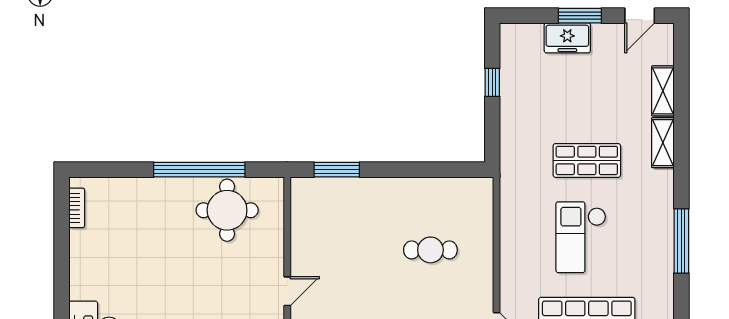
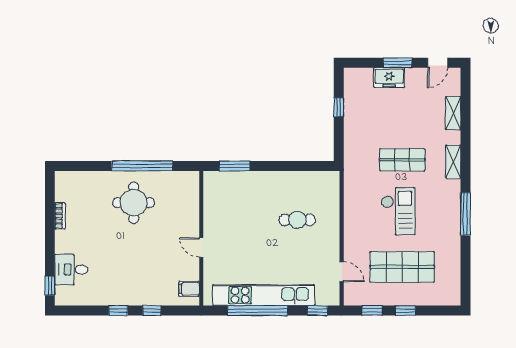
shelving: (663, 143) -> (453, 162), moved
bookcase: (77, 208) -> (60, 216), moved
round table: (227, 210) -> (134, 203), moved
checkout: (581, 237) -> (398, 211), turned 180
door: (287, 291) -> (201, 248), swing flipped

